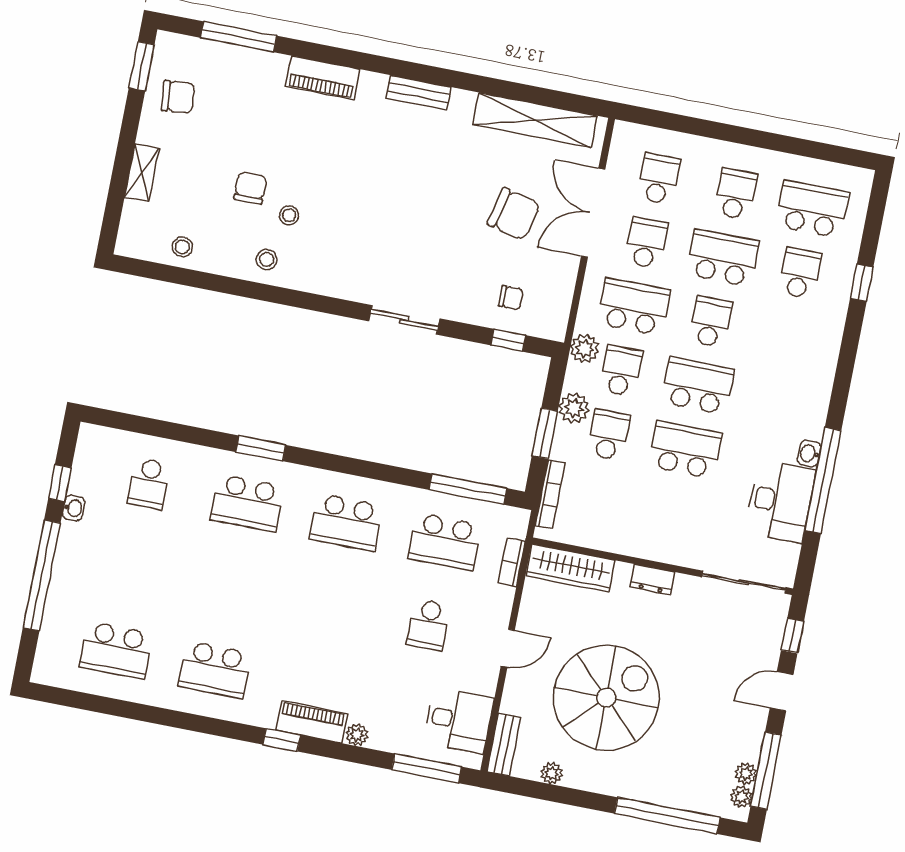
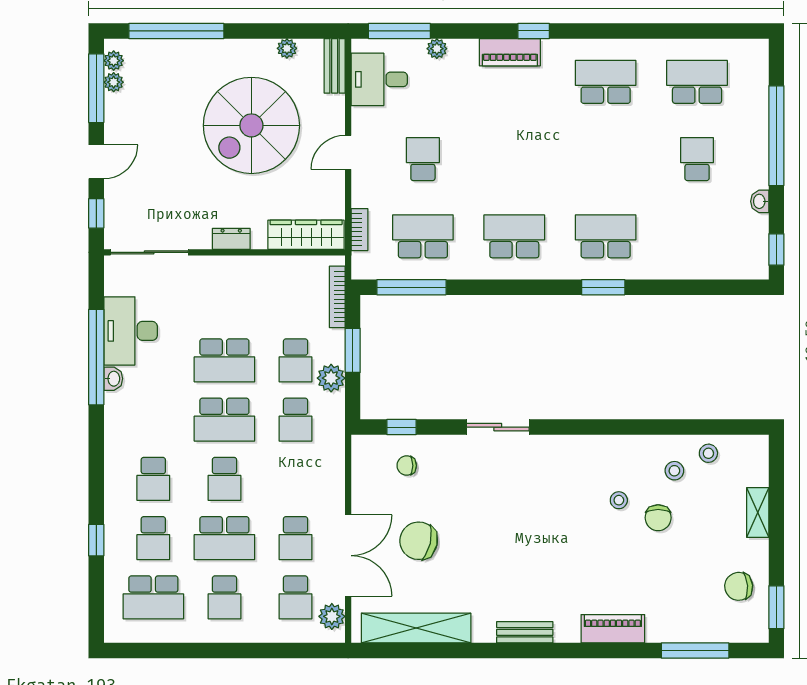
stool: (267, 260) -> (674, 471), moved
school desk: (634, 307) -> (153, 479), moved, width x0.54
plant: (585, 349) -> (332, 616), moved
window: (60, 483) -> (776, 250), moved
school desk: (149, 484) -> (697, 159), moved
plant: (357, 735) -> (437, 49), moved

